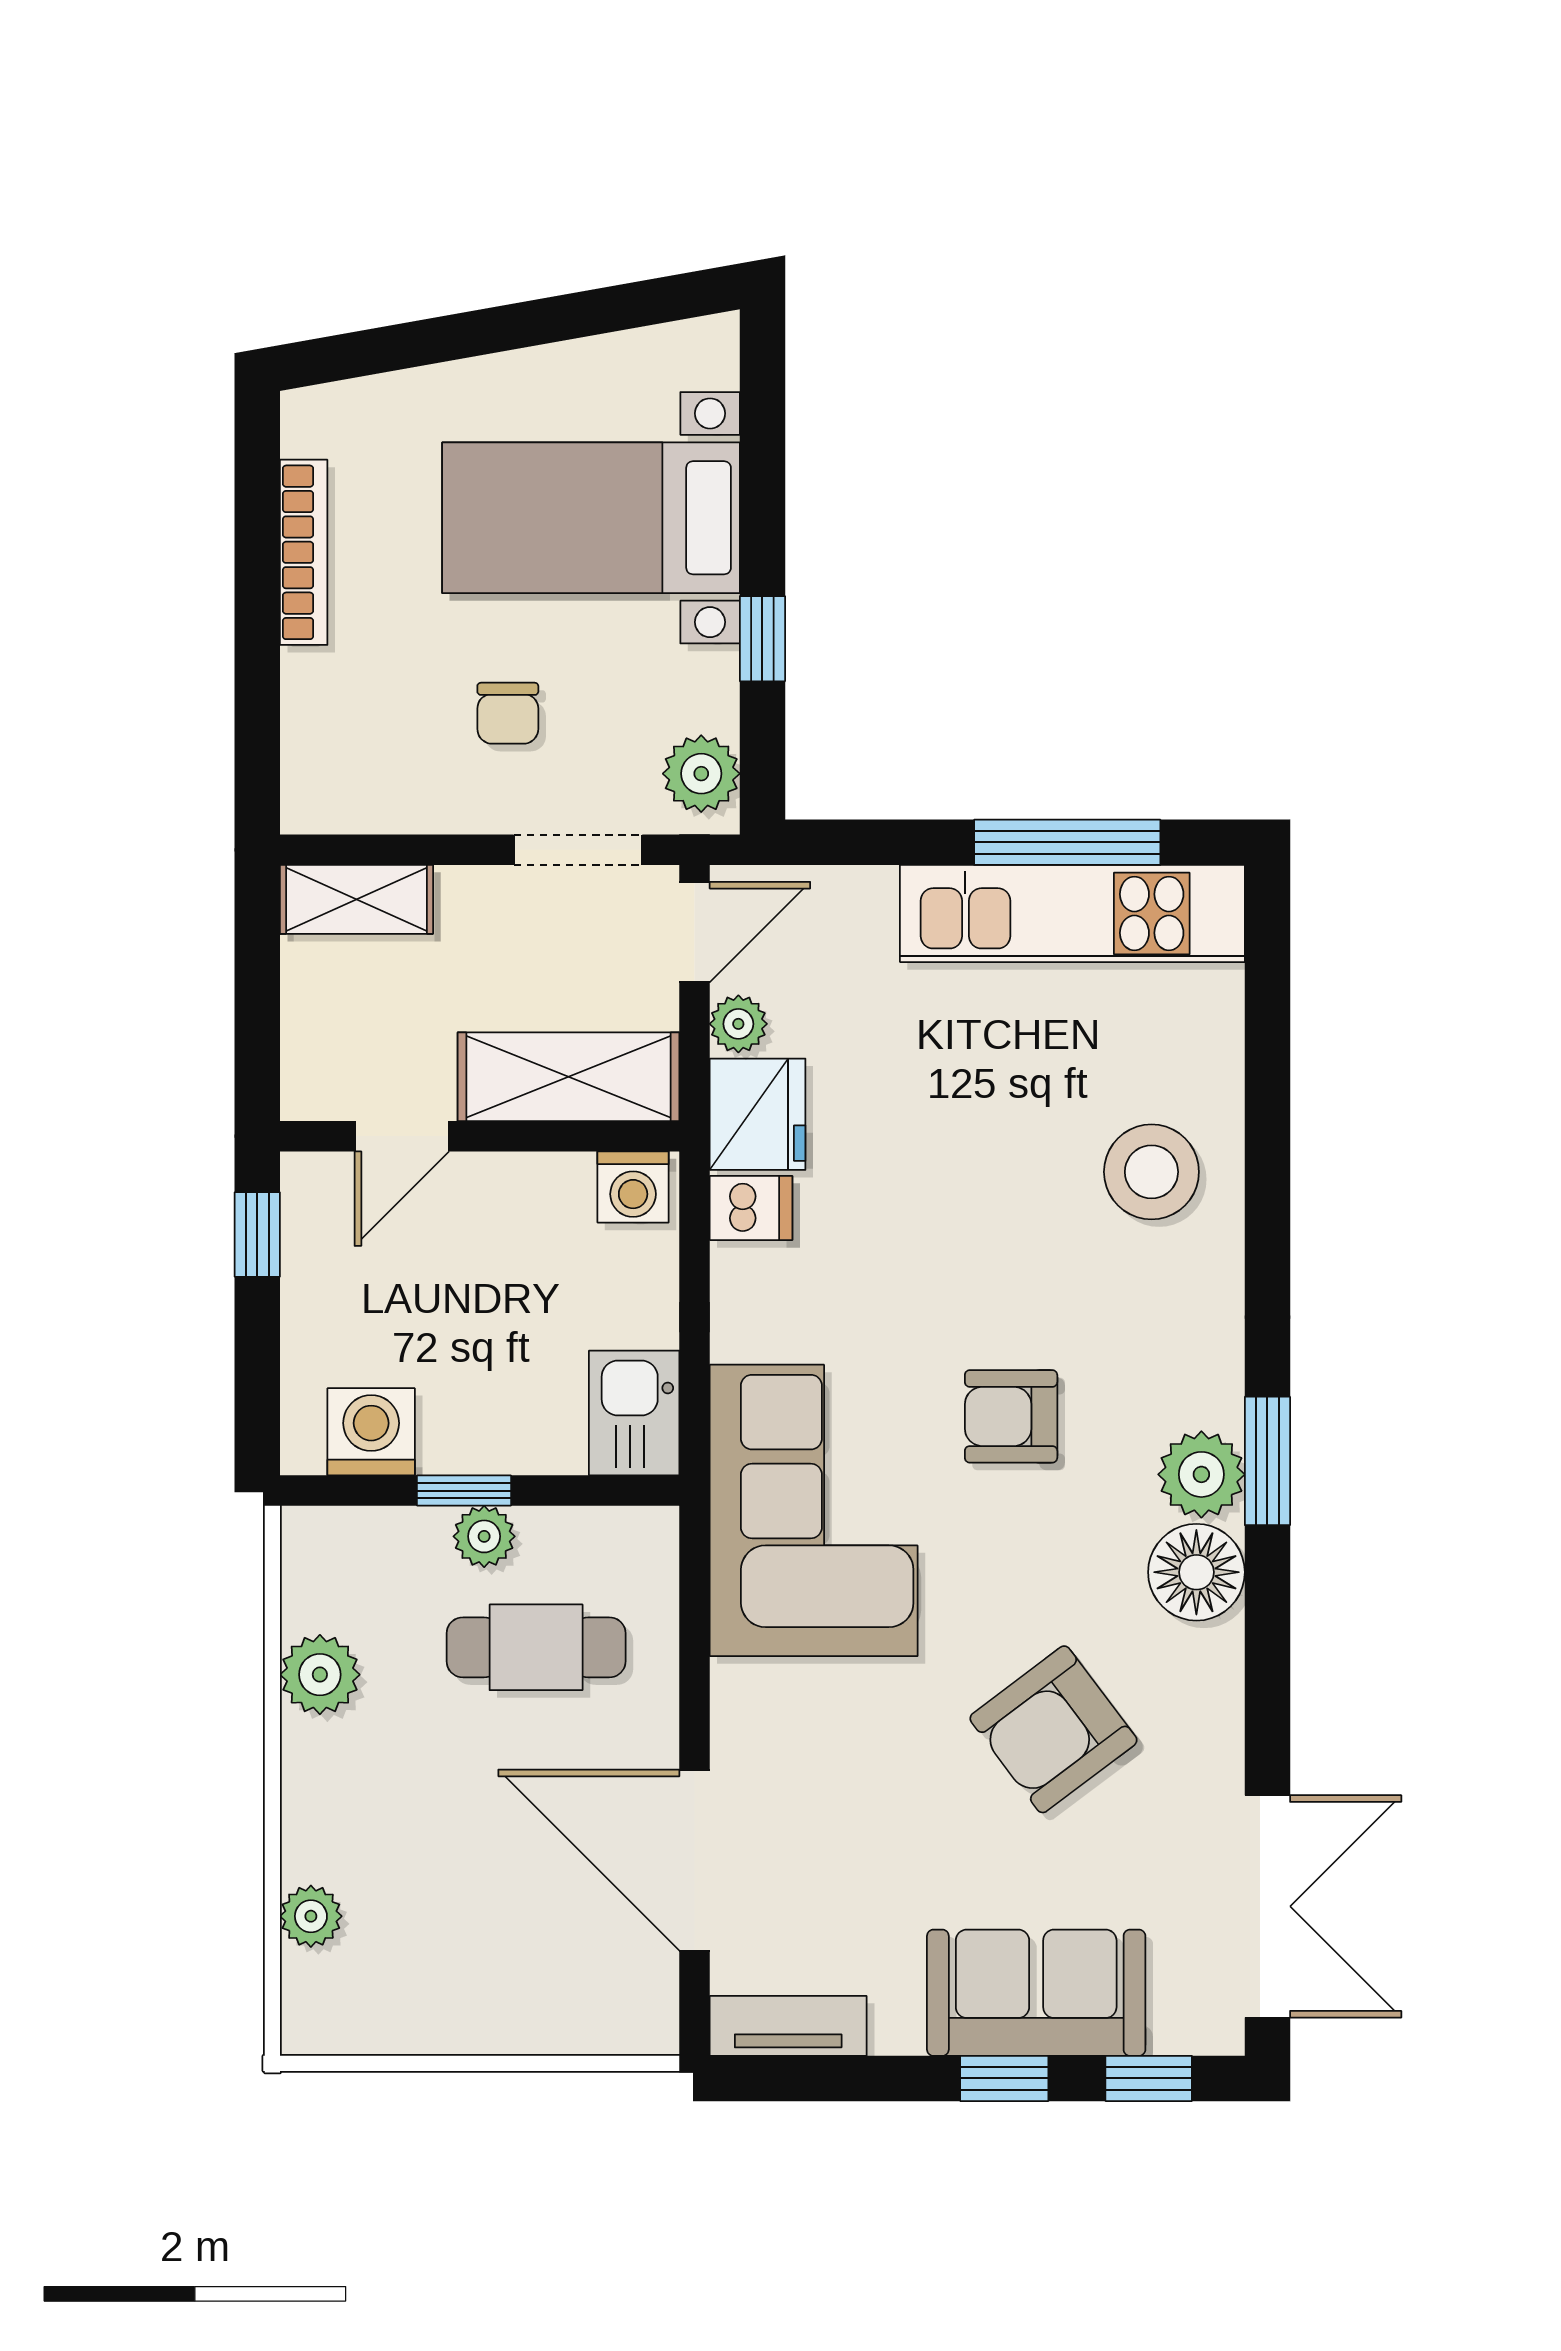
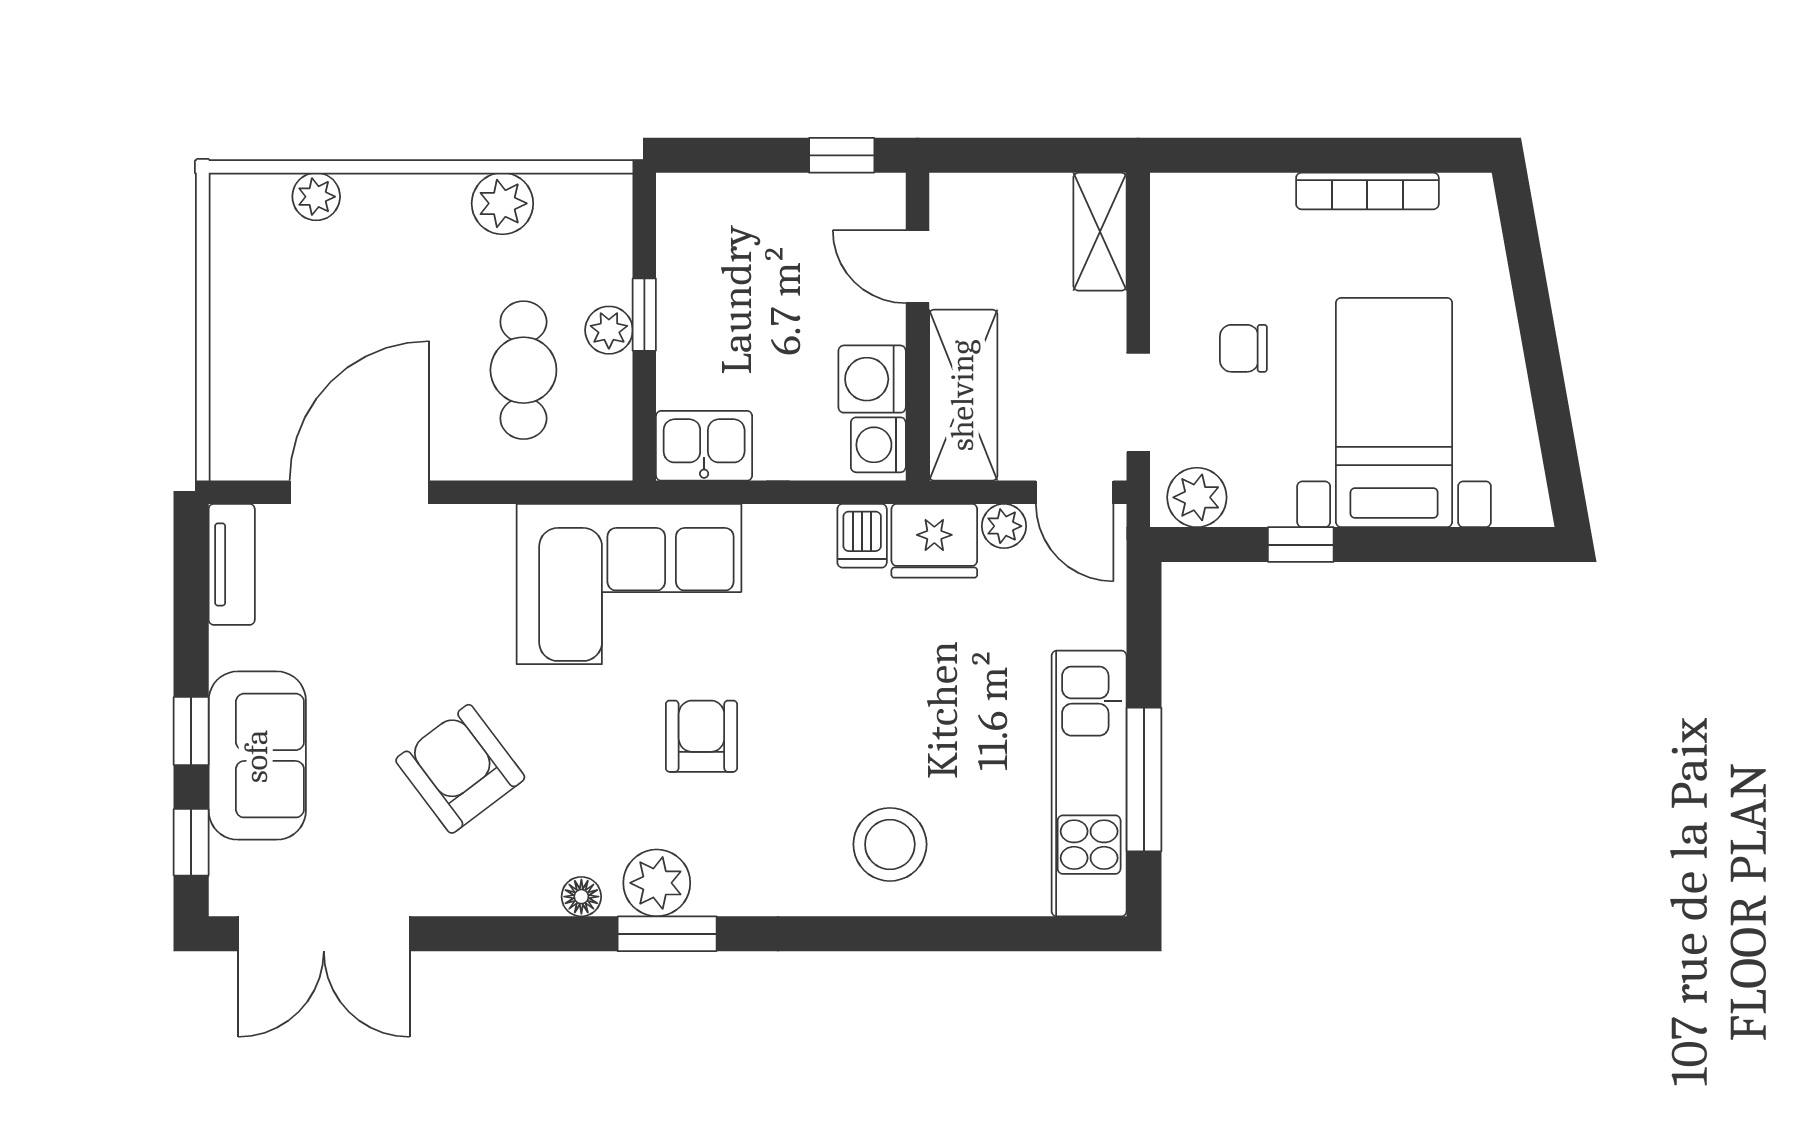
washing machine: (371, 1432) -> (872, 379), moved, turned 180
floor lamp: (1196, 1572) -> (581, 897), width x0.53, depth x0.53

